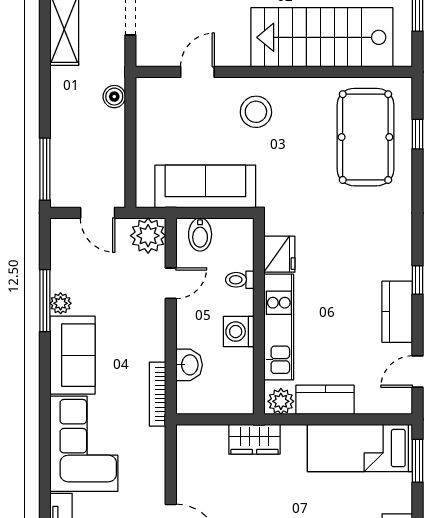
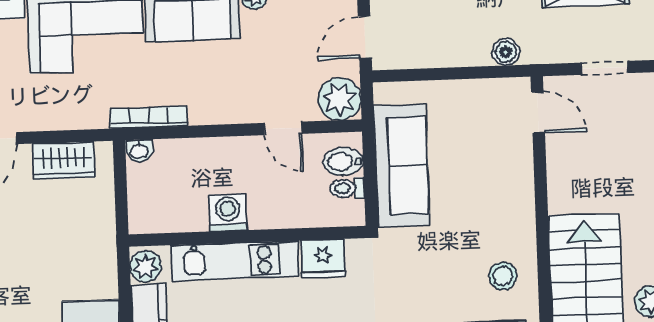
door: (197, 72) -> (538, 112), moved
stool: (256, 112) -> (503, 276), moved, width x0.73, depth x0.73
toilet: (240, 280) -> (347, 188), moved, turned -90
washbasin: (189, 365) -> (139, 151), moved, width x0.72, depth x0.69
wardrobe: (254, 439) -> (63, 160), moved, turned -90

